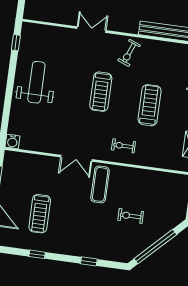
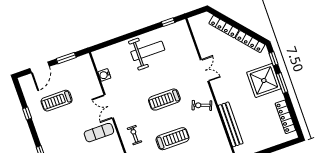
water cooler: (12, 141) -> (104, 75), moved

